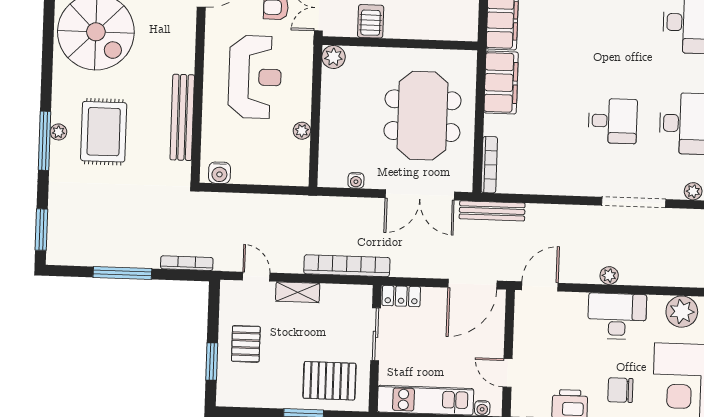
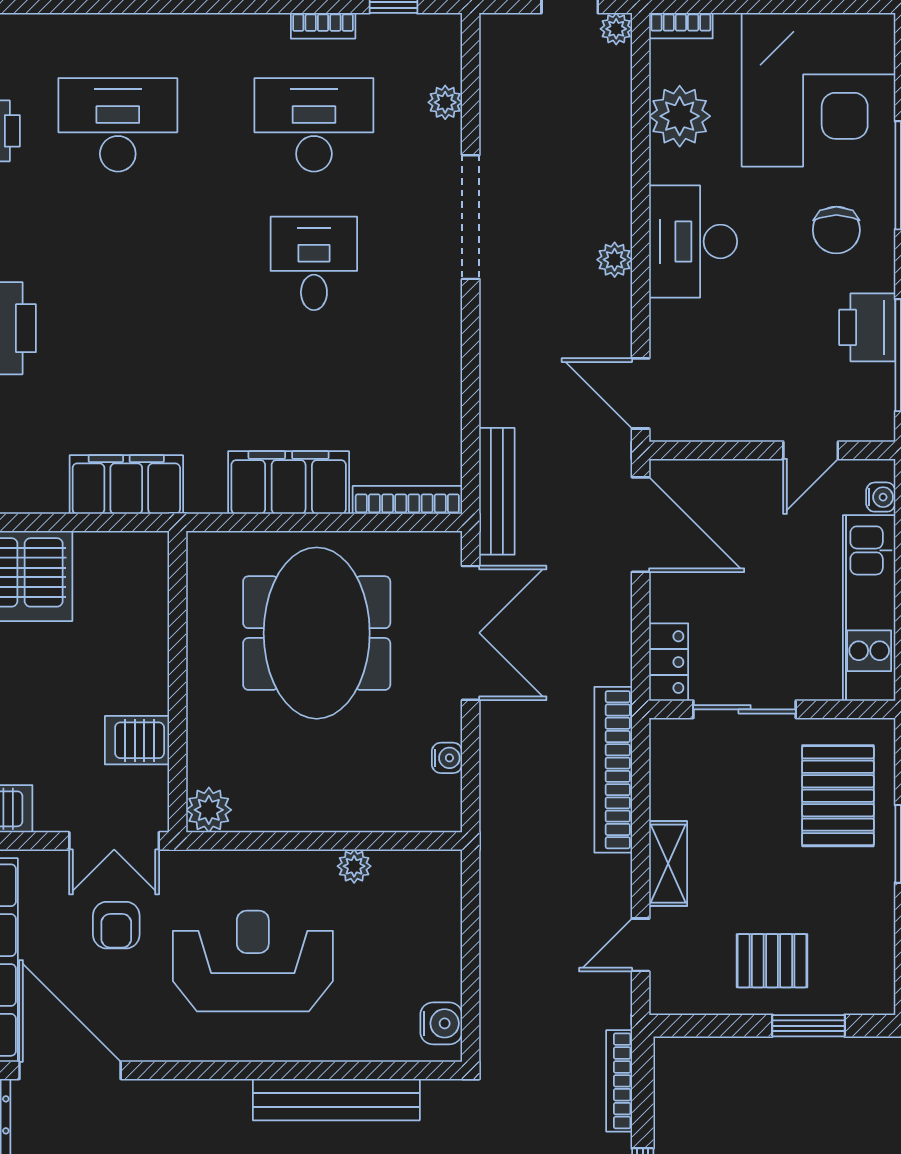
filing cabinet: (501, 83) -> (289, 483), moved
meeting table: (422, 116) -> (317, 633), turned 90

